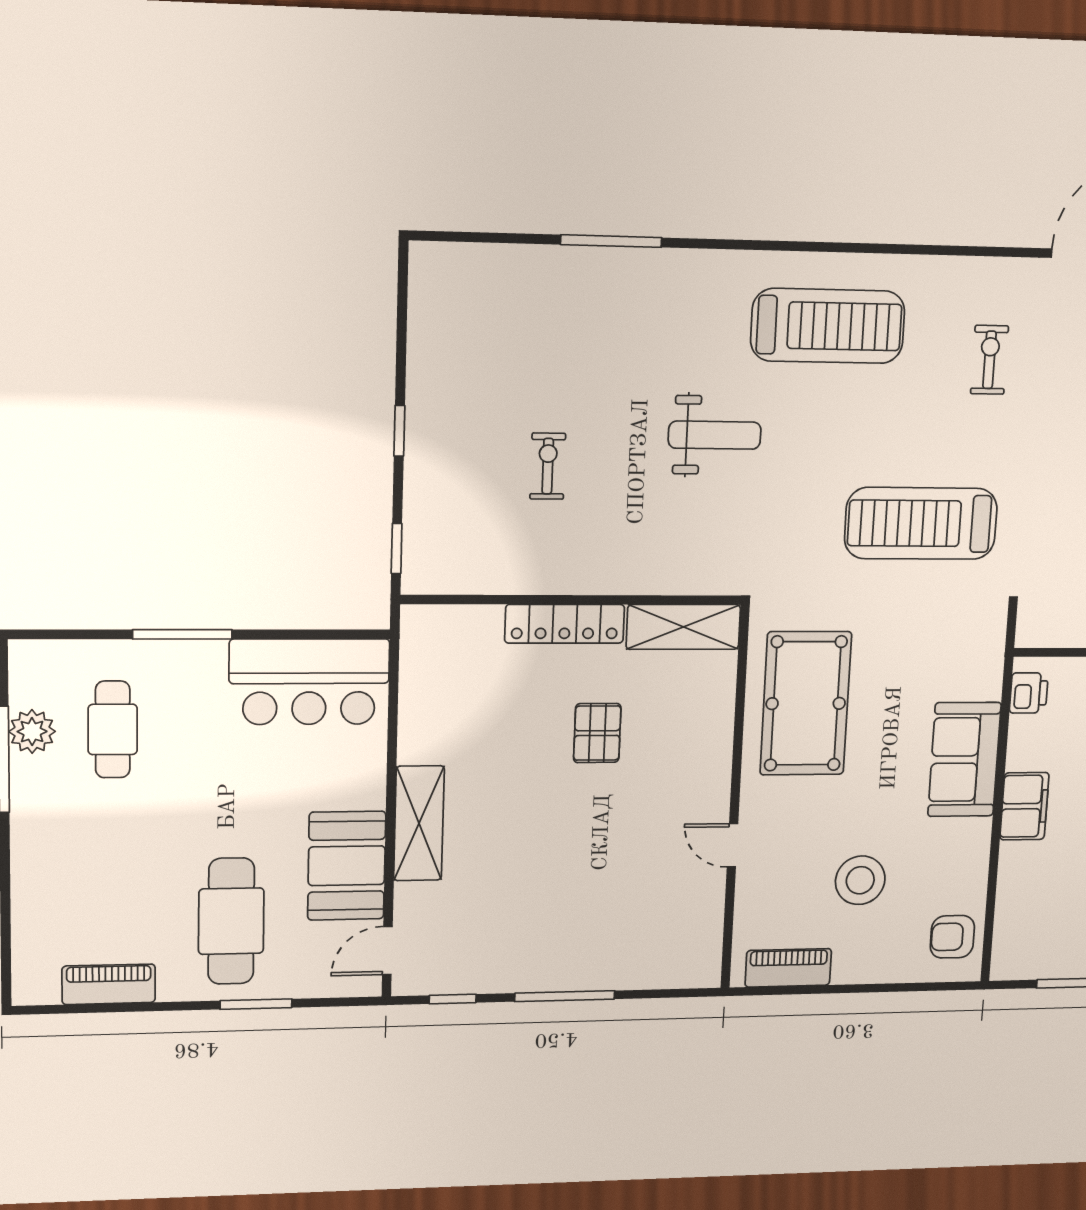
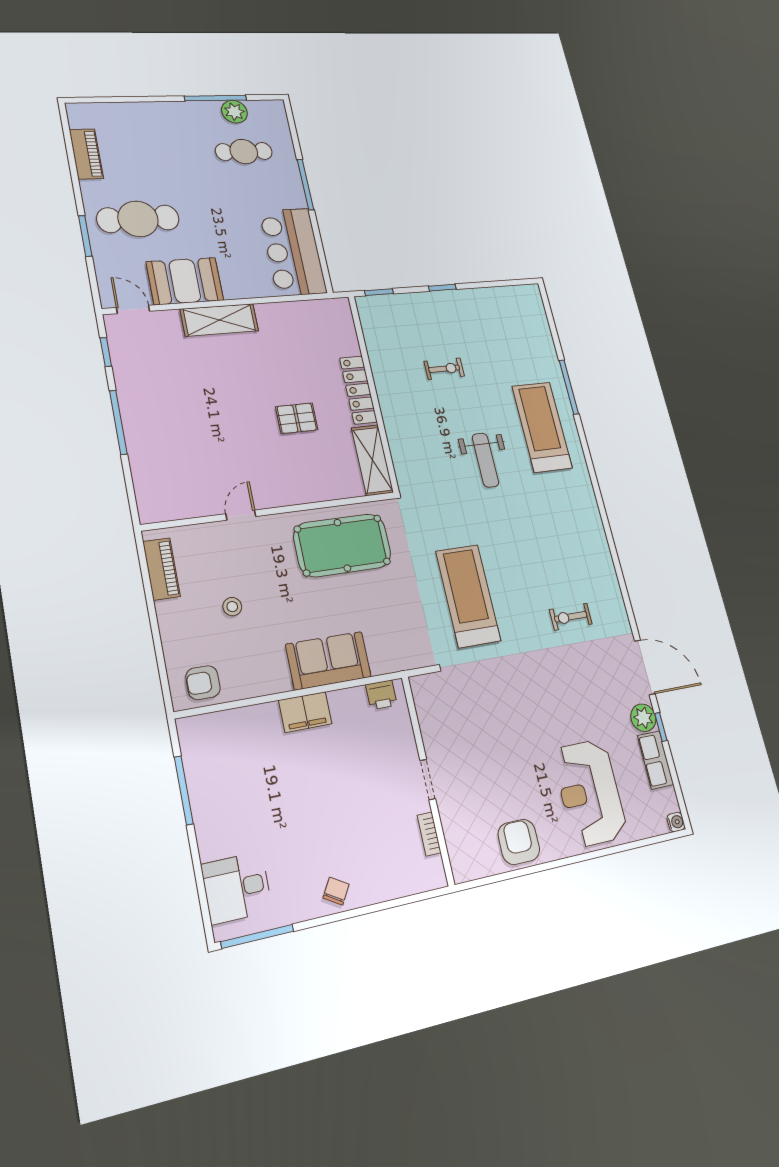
treadmill: (828, 326) -> (542, 427), moved, turned 180
exercise bike: (989, 360) -> (571, 617), turned 180
stool: (860, 880) -> (232, 607), width x0.53, depth x0.53
armchair: (952, 937) -> (203, 683), turned -90

